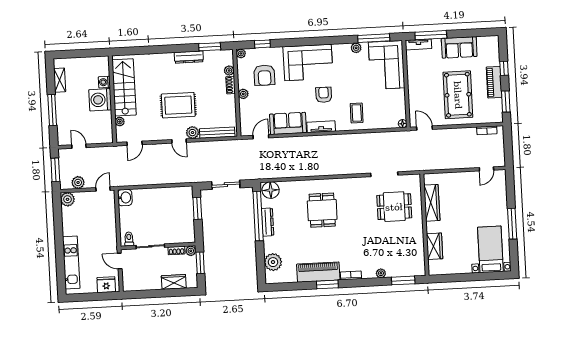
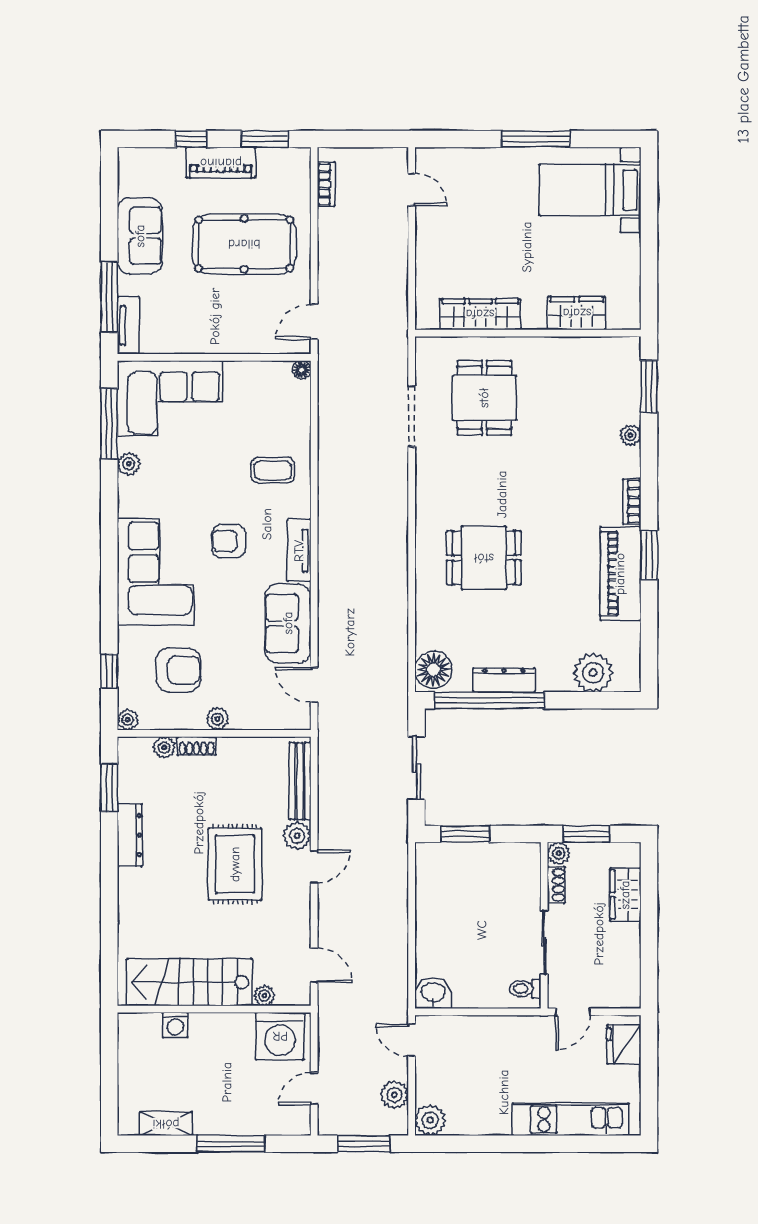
washing machine: (100, 100) -> (280, 1036), moved

